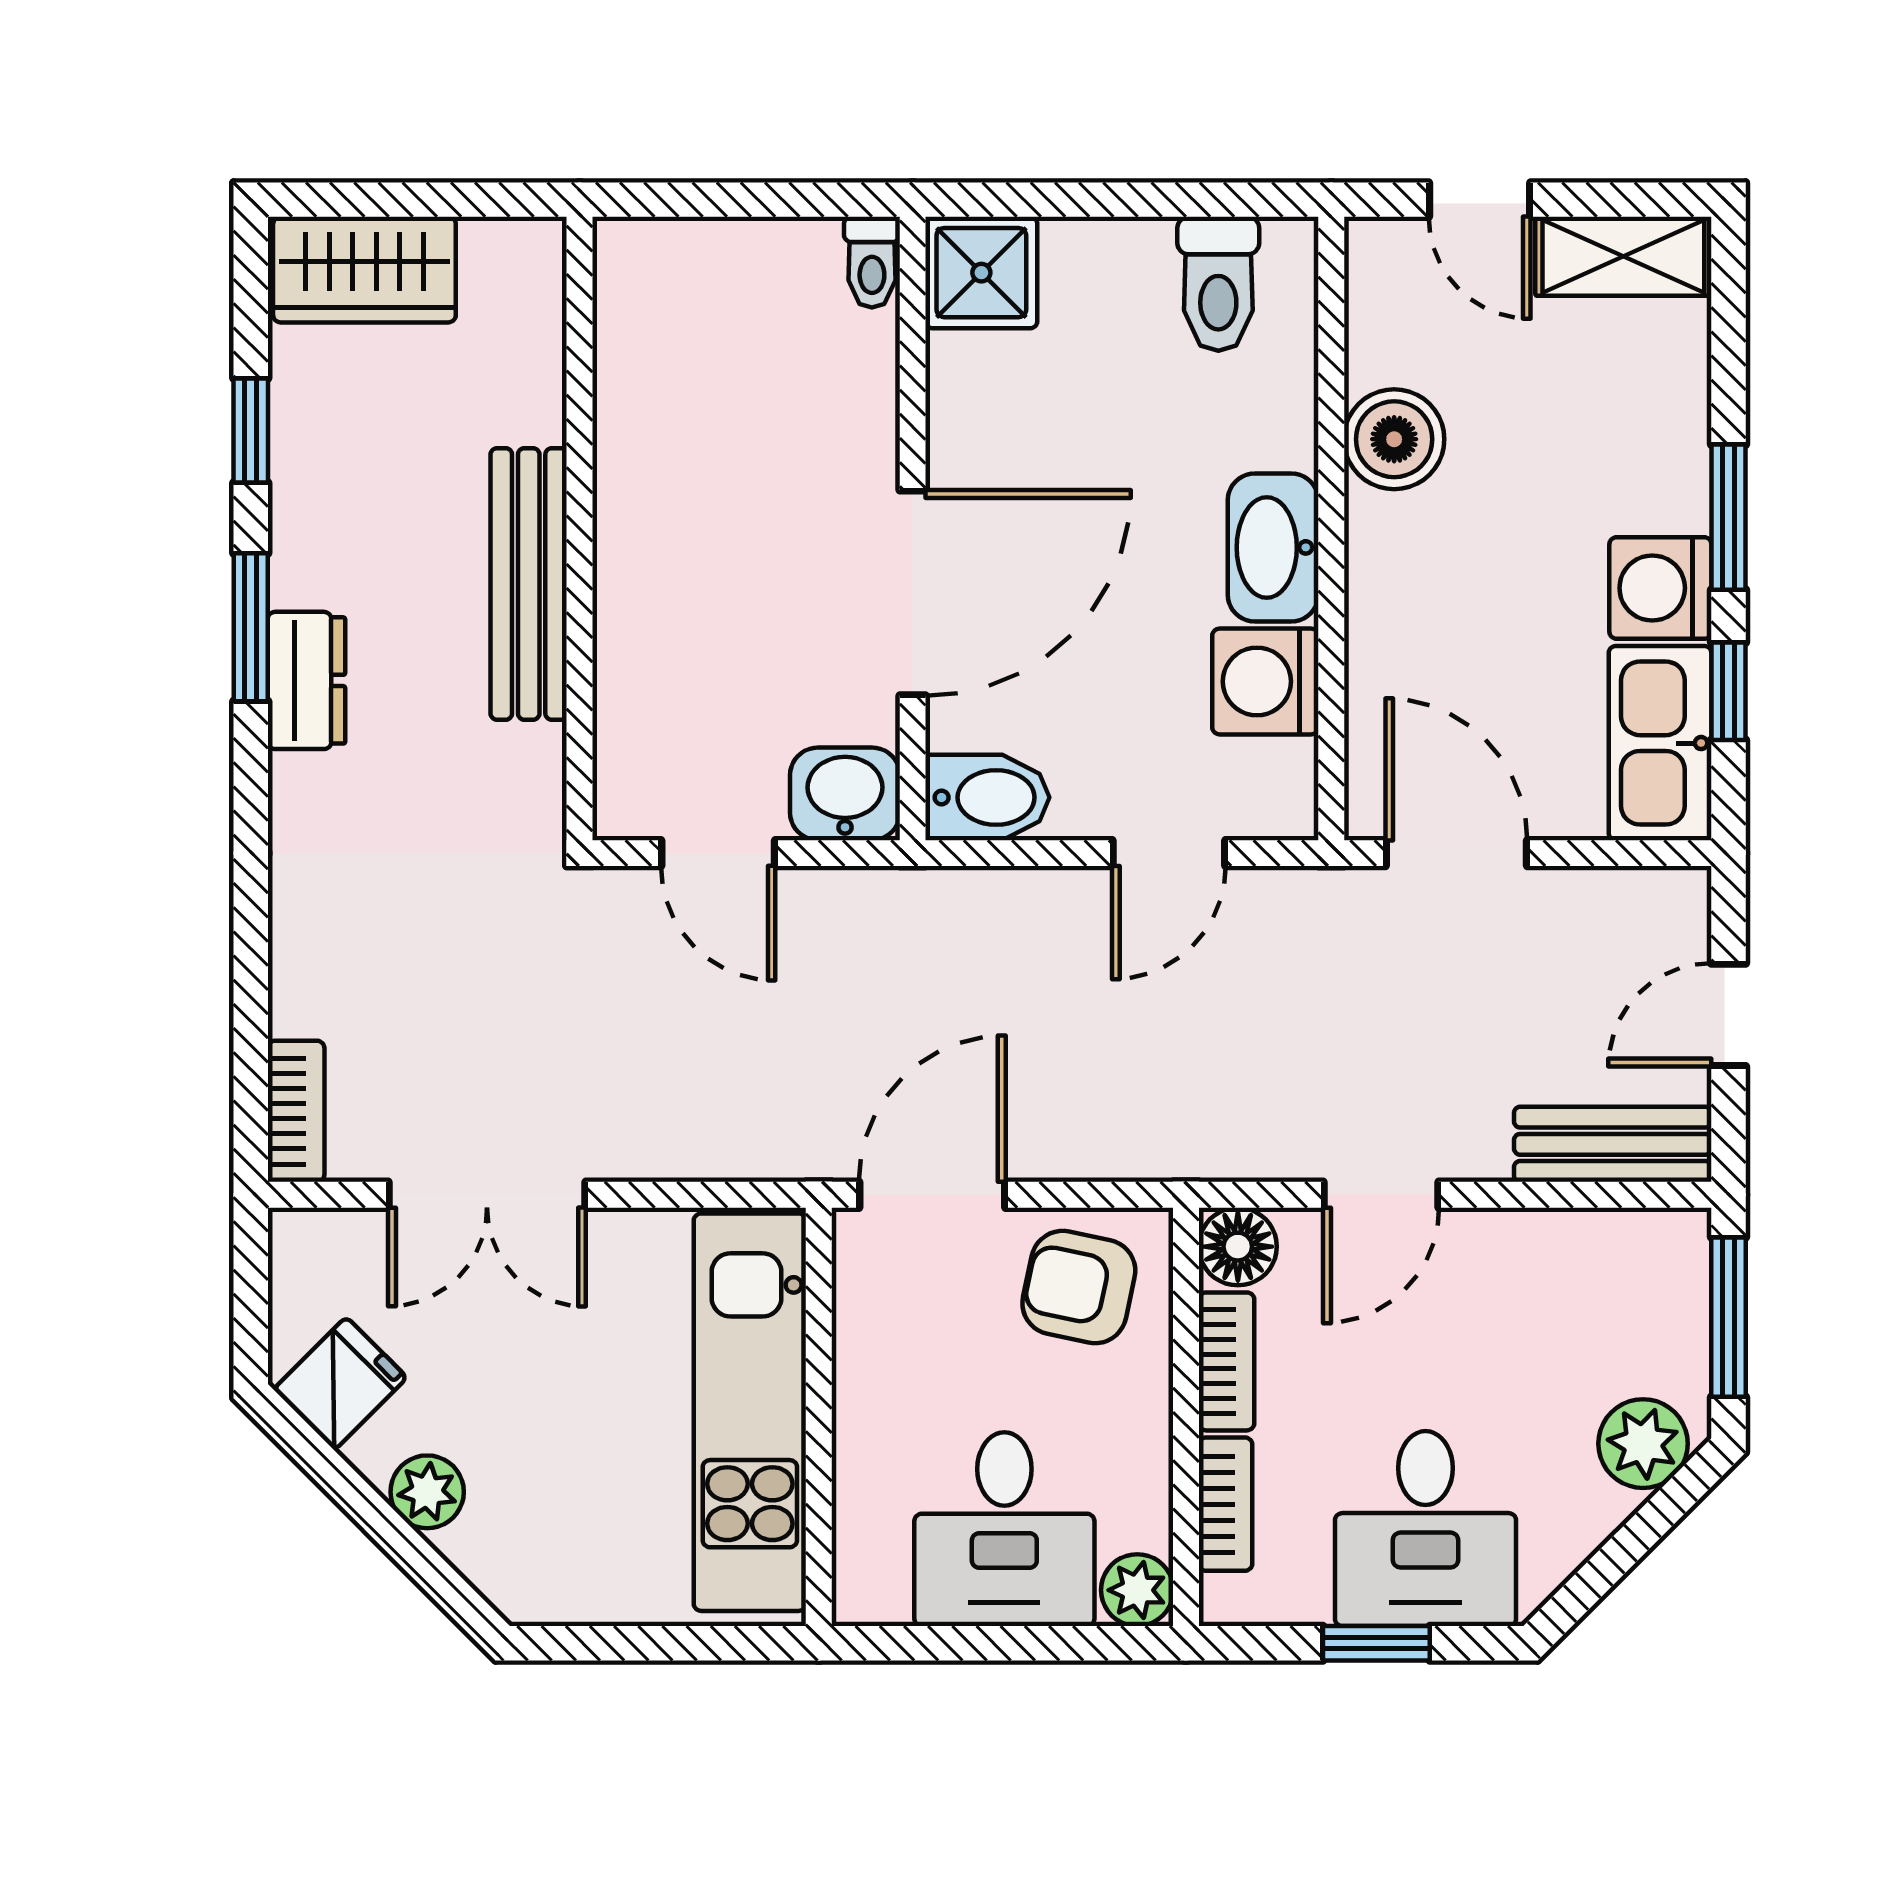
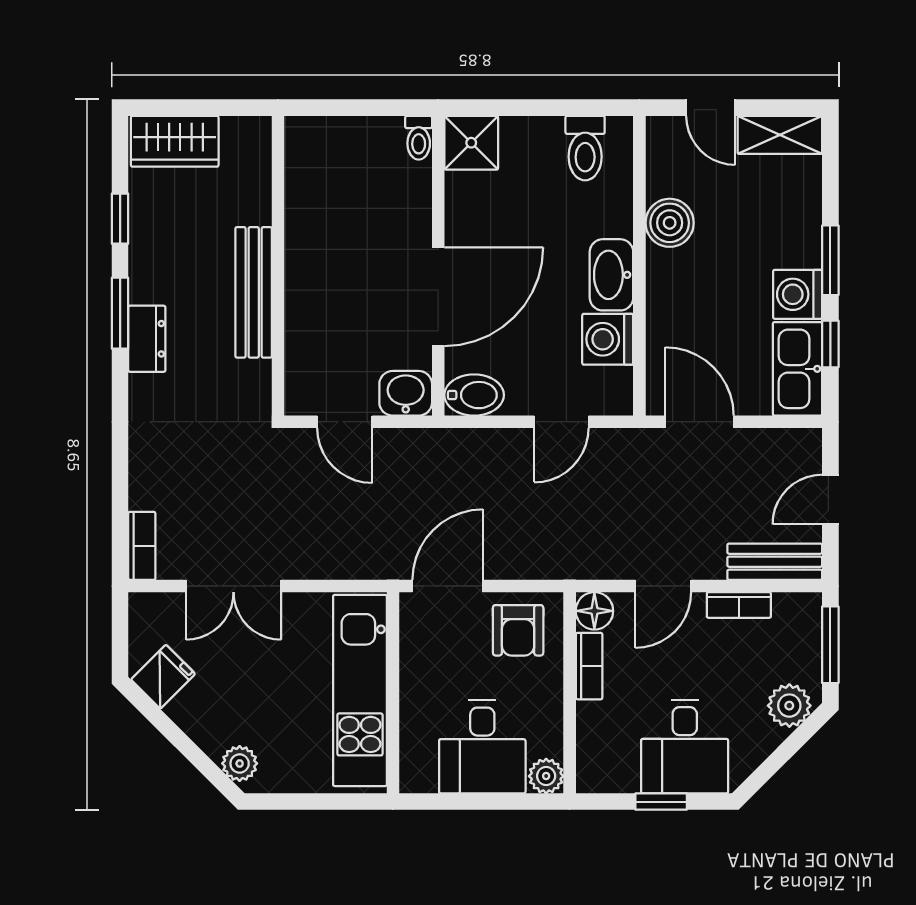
armchair: (1079, 1287) -> (518, 630), turned -102
plant: (427, 1492) -> (240, 763), moved
bookcase: (1226, 1504) -> (739, 605), moved, turned 90

